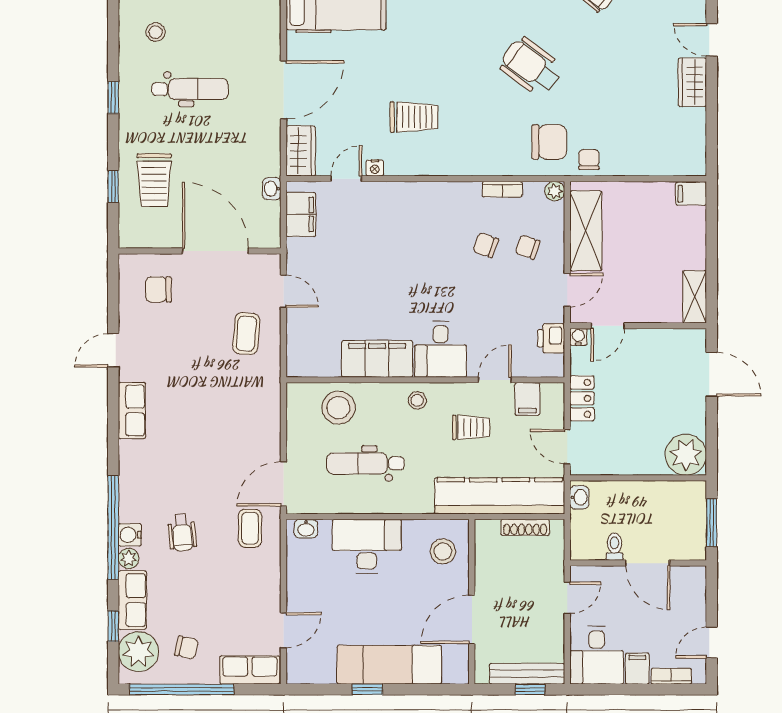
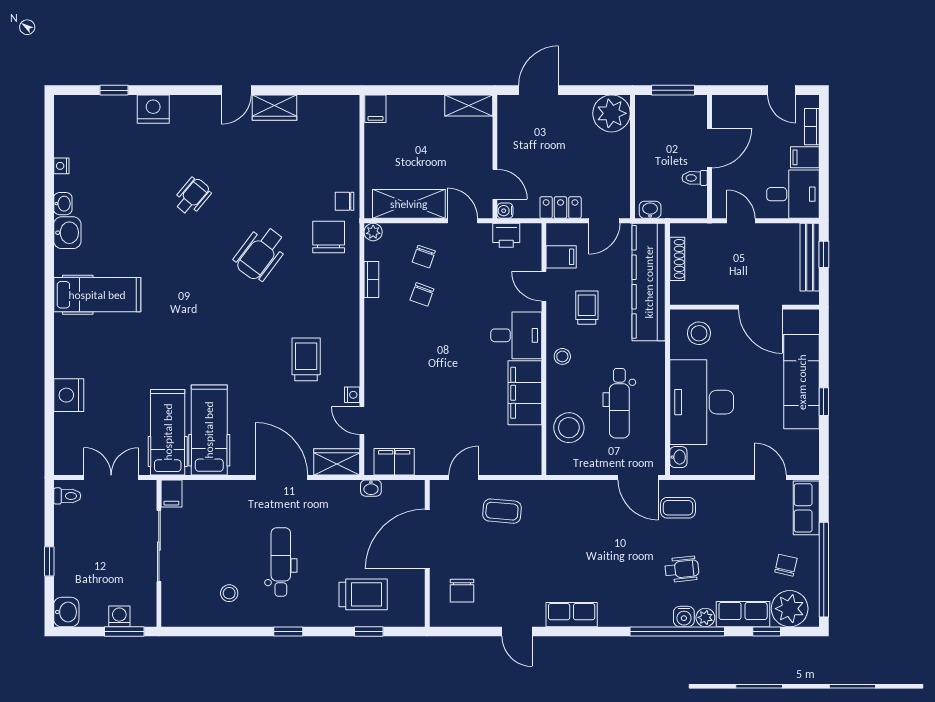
desk: (367, 546) -> (702, 402), width x1.36, depth x1.30

